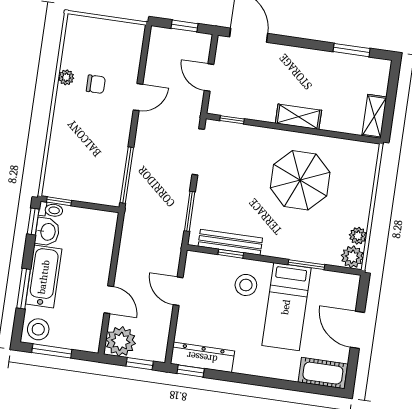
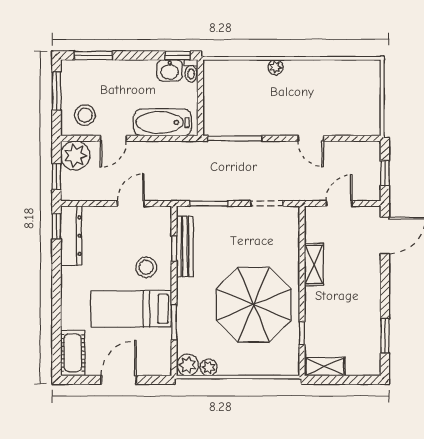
plant: (66, 77) -> (275, 67), moved
chair: (96, 84) -> (317, 96), removed
shelving: (298, 117) -> (314, 264), moved
window: (232, 120) -> (302, 333), moved
doorway: (198, 152) -> (267, 203), width x0.73
parasol: (300, 180) -> (254, 305), width x1.36, depth x1.36
window: (59, 201) -> (200, 77), removed
bathtub: (44, 277) -> (163, 122), moved, turned 180
window: (23, 289) -> (93, 56), moved
stool: (38, 329) -> (85, 115), moved

